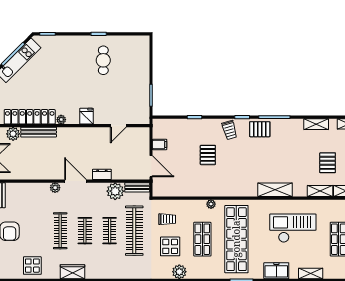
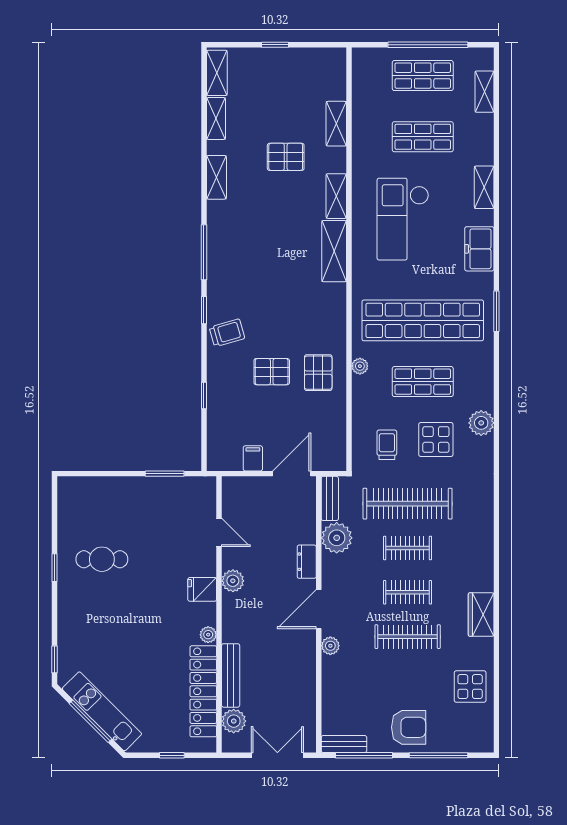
pallet: (260, 129) -> (318, 373), moved
plant: (91, 133) -> (233, 581), added
shelving: (320, 191) -> (336, 196), moved

